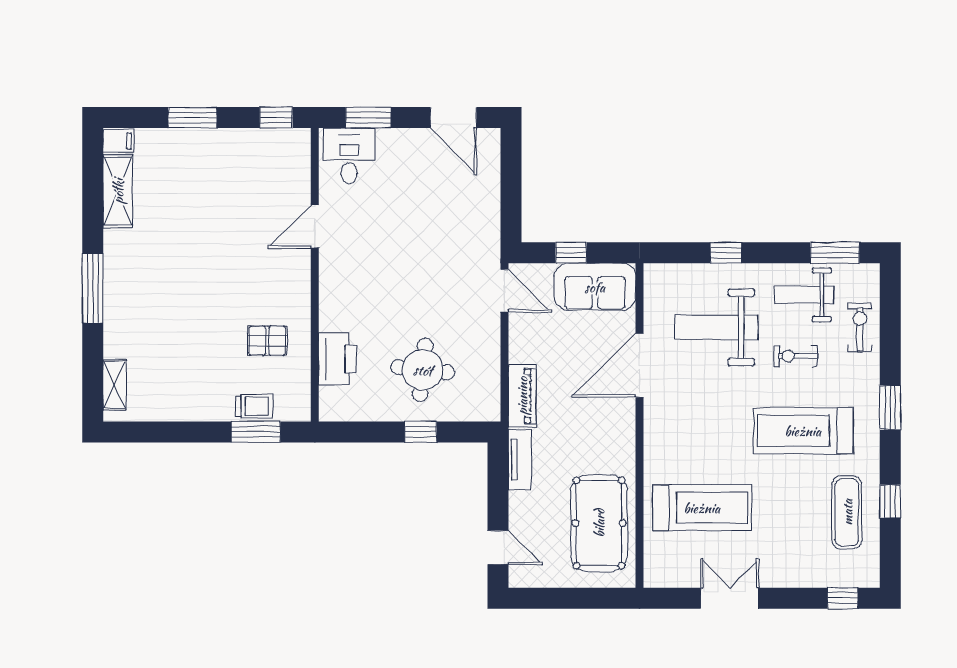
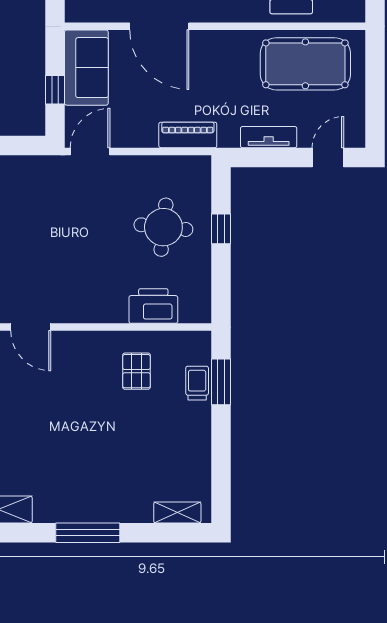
tv unit: (520, 460) -> (269, 137), moved

